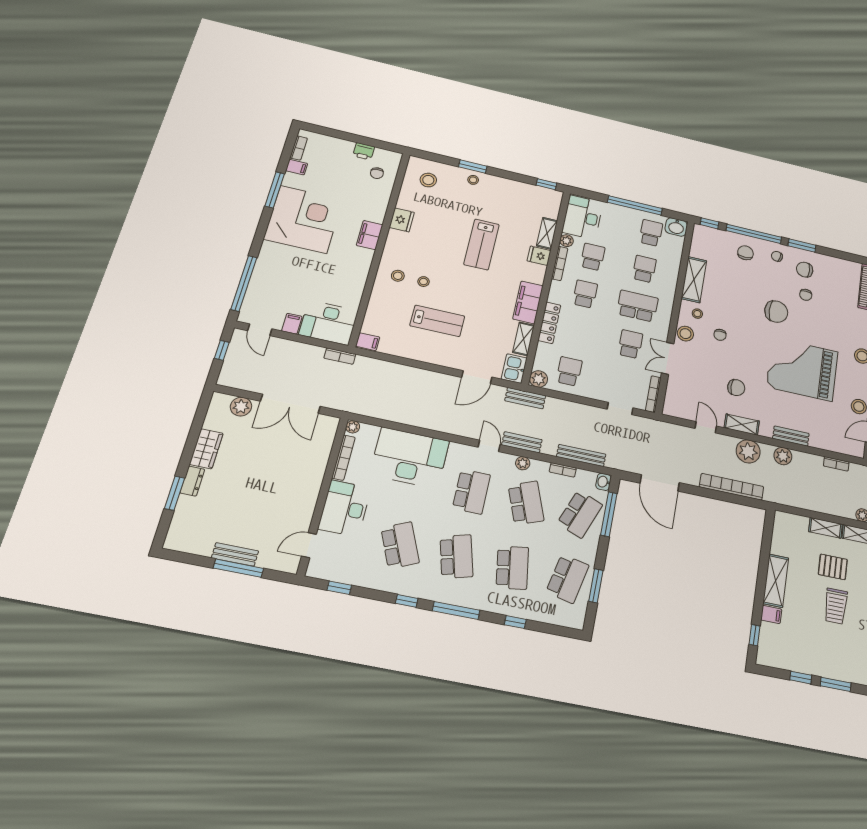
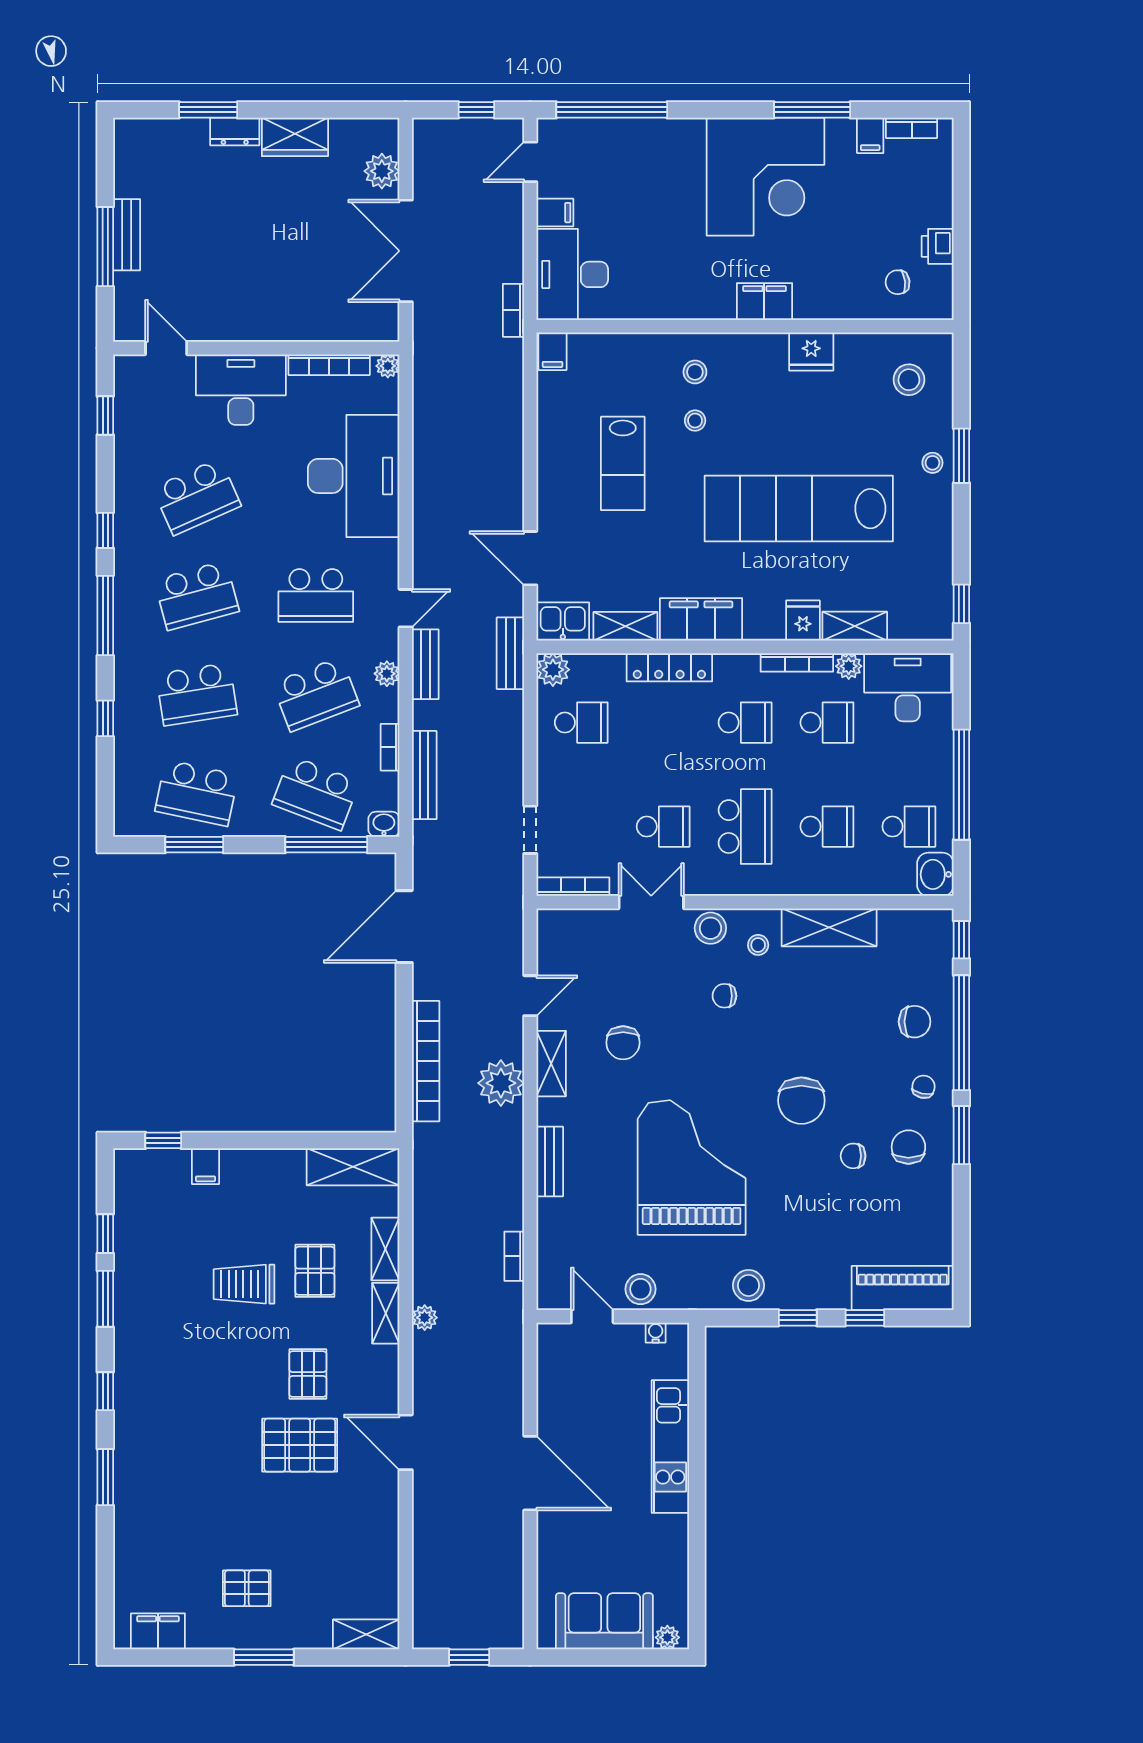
lab bench: (481, 244) -> (799, 509), width x1.86, depth x1.39
plant: (783, 456) -> (507, 1151), removed
shelving: (776, 581) -> (353, 1167), moved

